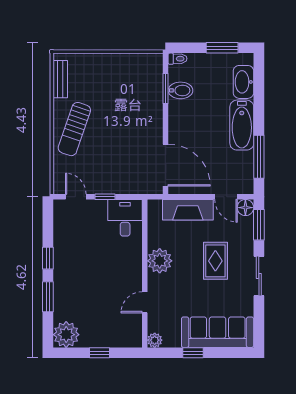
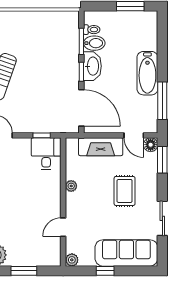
toilet: (178, 59) -> (92, 30), moved
washbasin: (243, 82) -> (92, 66), moved, turned 180
window: (166, 124) -> (81, 72), added
window: (105, 197) -> (42, 135), moved
plant: (160, 261) -> (71, 186), width x0.53, depth x0.53
sliding door: (259, 276) -> (162, 218), moved
window: (99, 353) -> (24, 271), width x1.50

